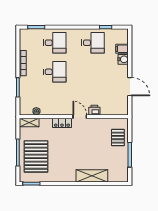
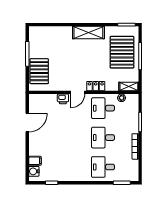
desk: (93, 43) -> (103, 108), moved
water cooler: (123, 59) -> (34, 171), moved
door: (130, 87) -> (27, 123), swing flipped
door: (80, 117) -> (78, 92), hinge flipped
pallet: (118, 138) -> (39, 71), width x1.50, depth x1.42
shelving: (92, 176) -> (88, 33), moved

